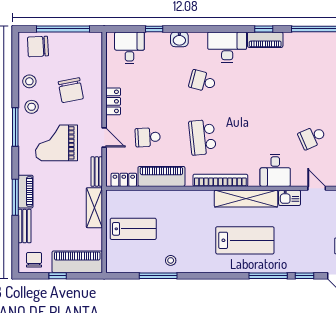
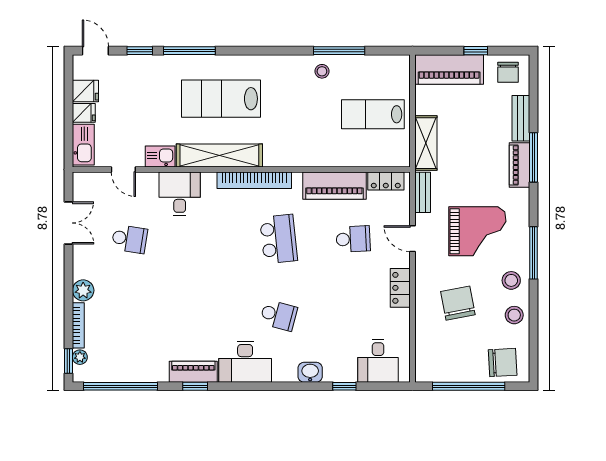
school desk: (312, 137) -> (129, 239), turned 33

